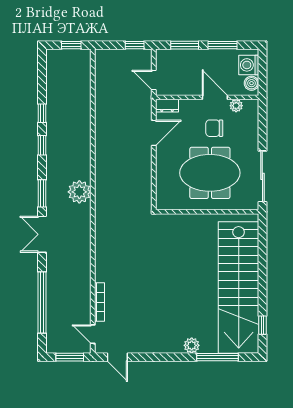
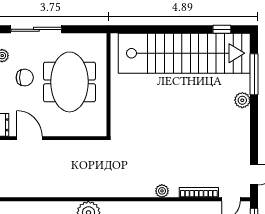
chair: (214, 128) -> (25, 78), turned -90
sliding door: (262, 176) -> (36, 29), moved
plant: (101, 265) -> (162, 191), added

